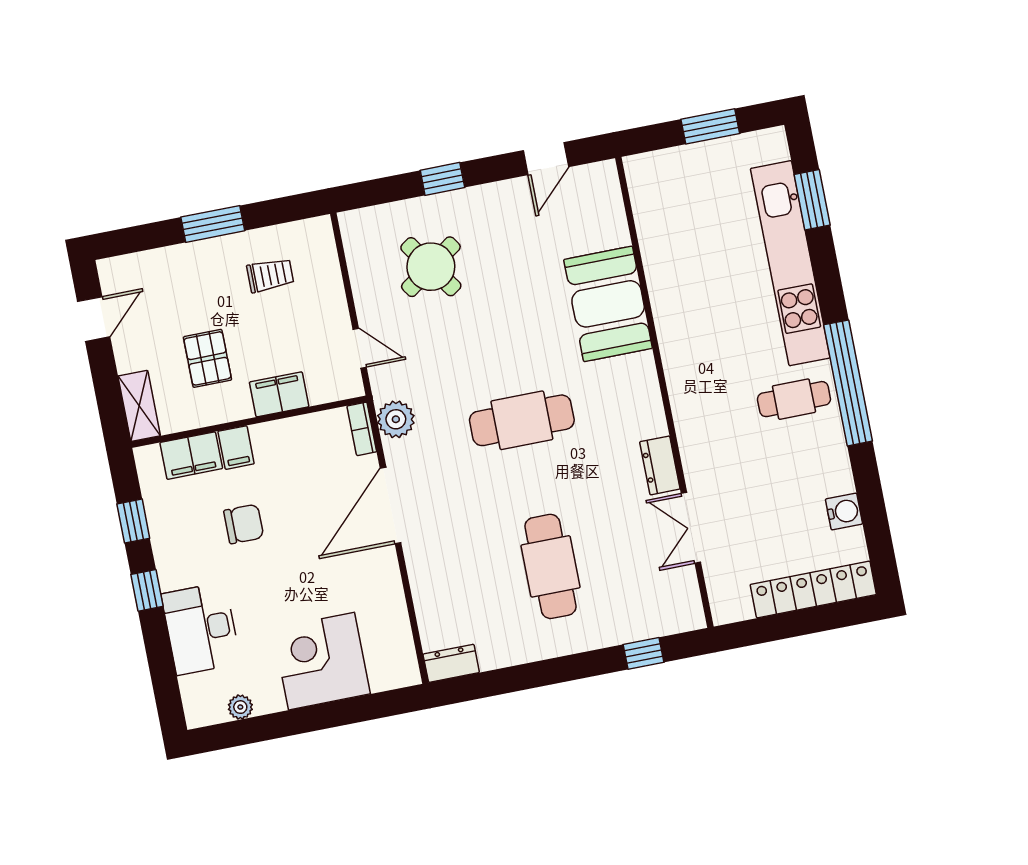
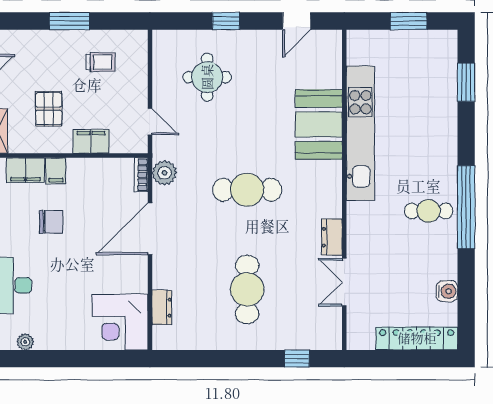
kitchen unit: (790, 263) -> (360, 133), moved, turned 180
round table: (431, 267) -> (207, 77), turned 35
corner desk: (321, 661) -> (120, 322), moved, turned -90
dresser: (451, 663) -> (162, 308), moved, turned 90

